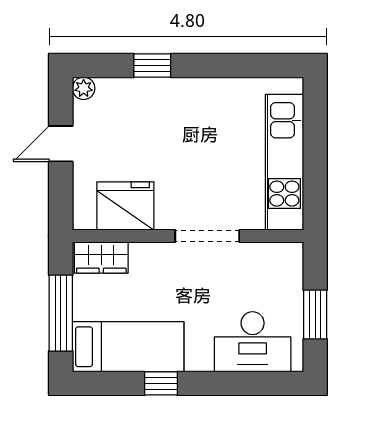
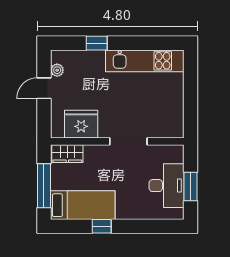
plant: (84, 88) -> (57, 70), moved
kitchen unit: (284, 162) -> (145, 61), moved, turned -90
desk: (253, 342) -> (167, 186), moved, turned -90

